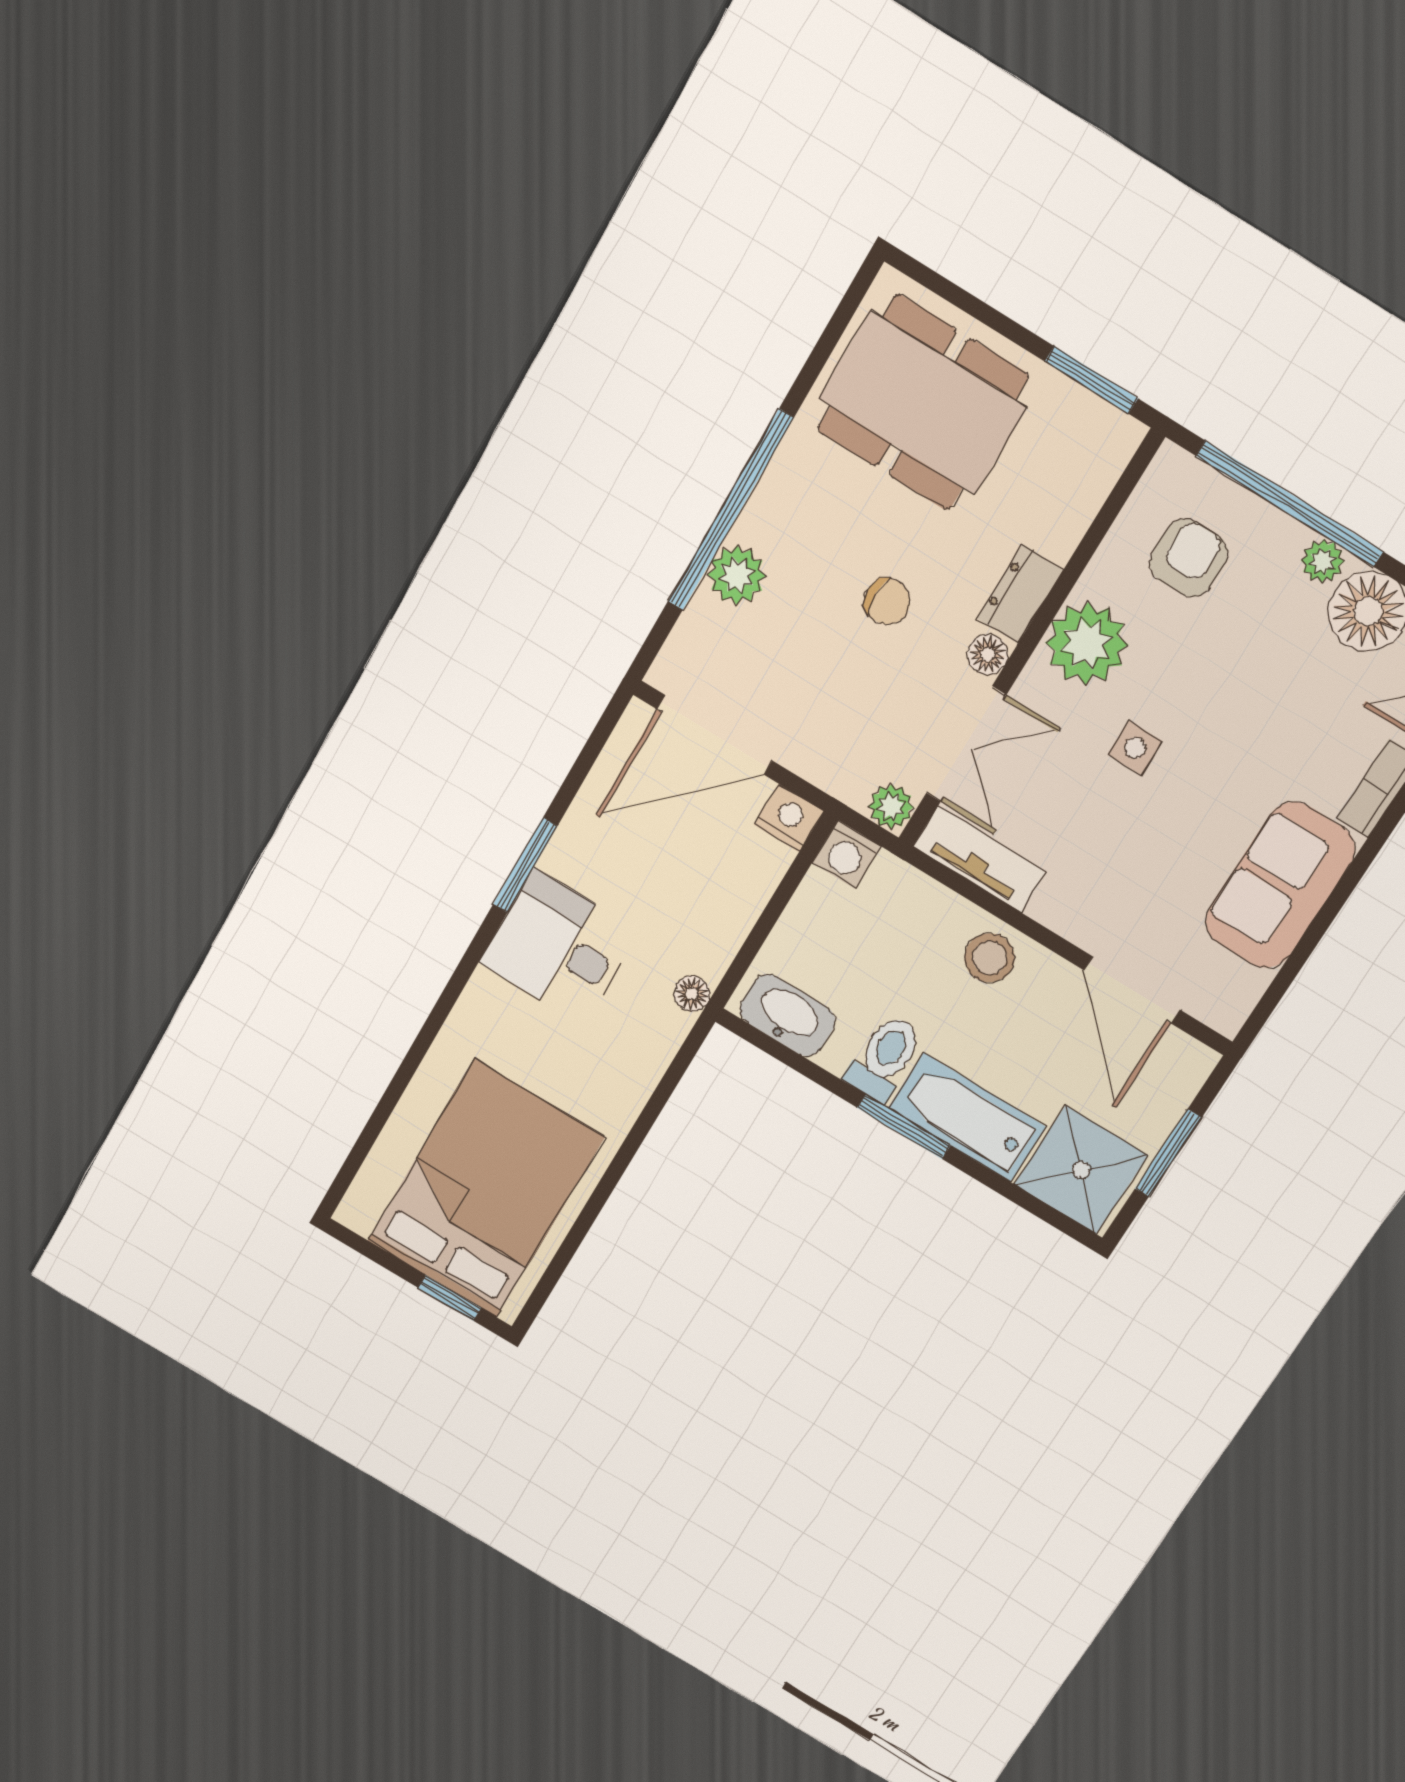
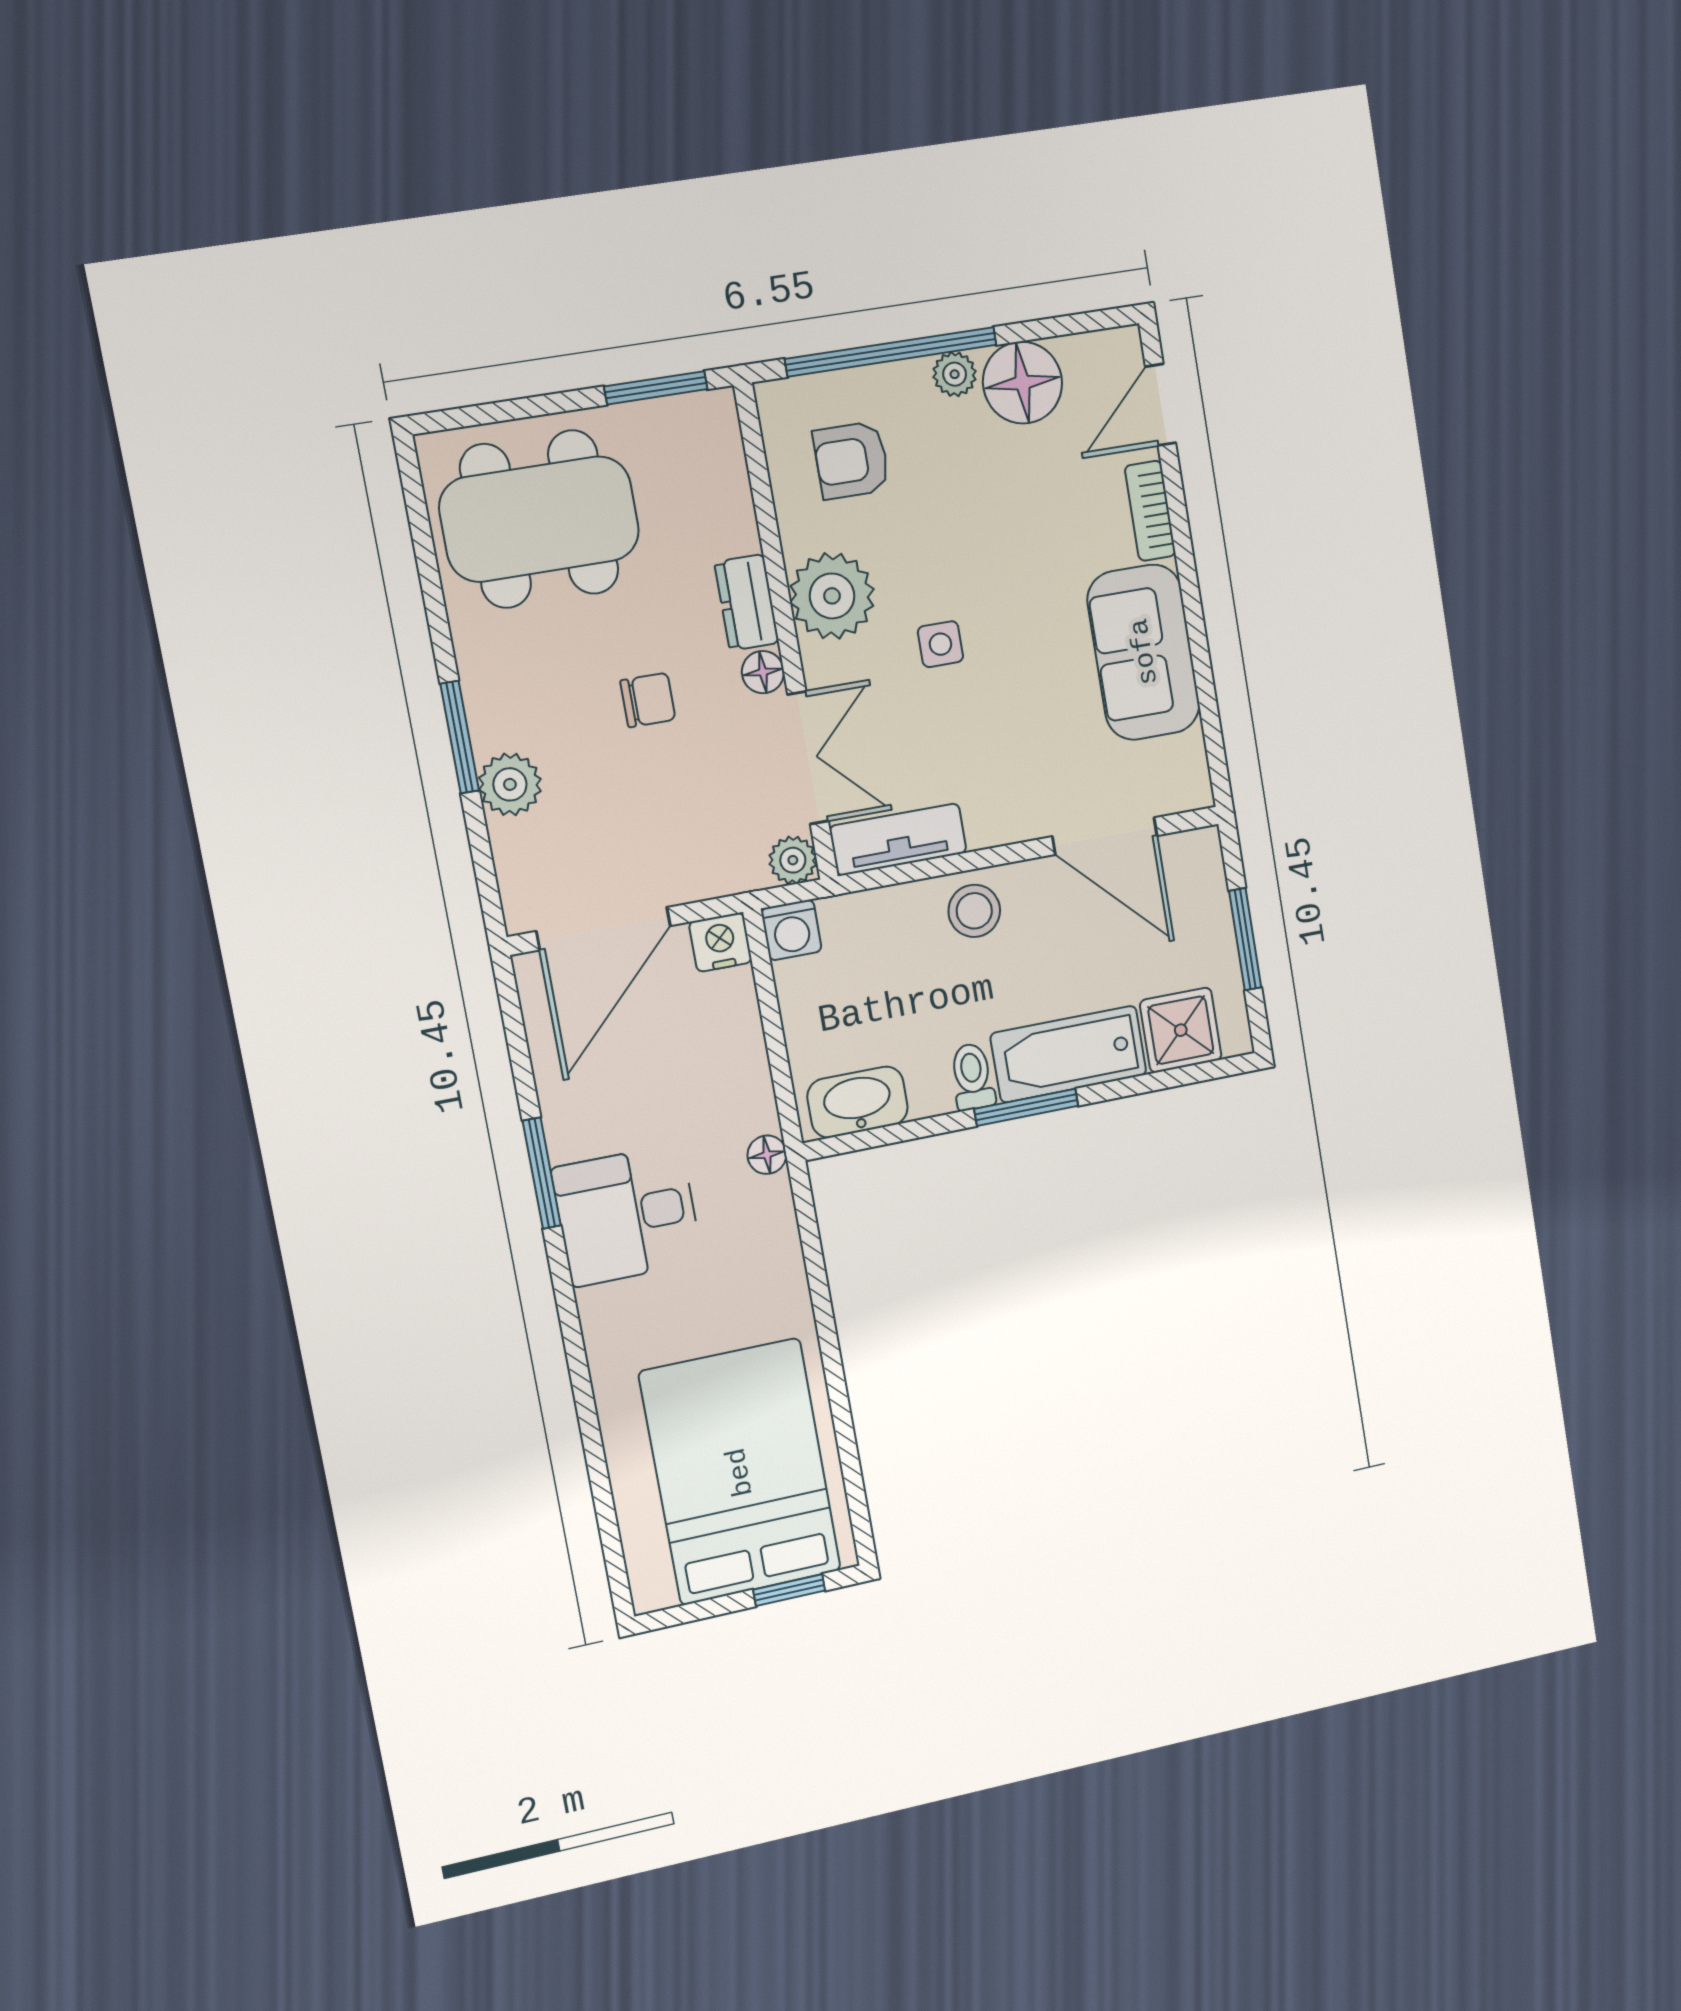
window: (730, 510) -> (460, 737), width x0.47
armchair: (1189, 558) -> (851, 460), turned -90
toilet: (885, 1058) -> (972, 1077), width x0.73, depth x0.72
shower: (1081, 1170) -> (1181, 1030), width x0.73, depth x0.73

